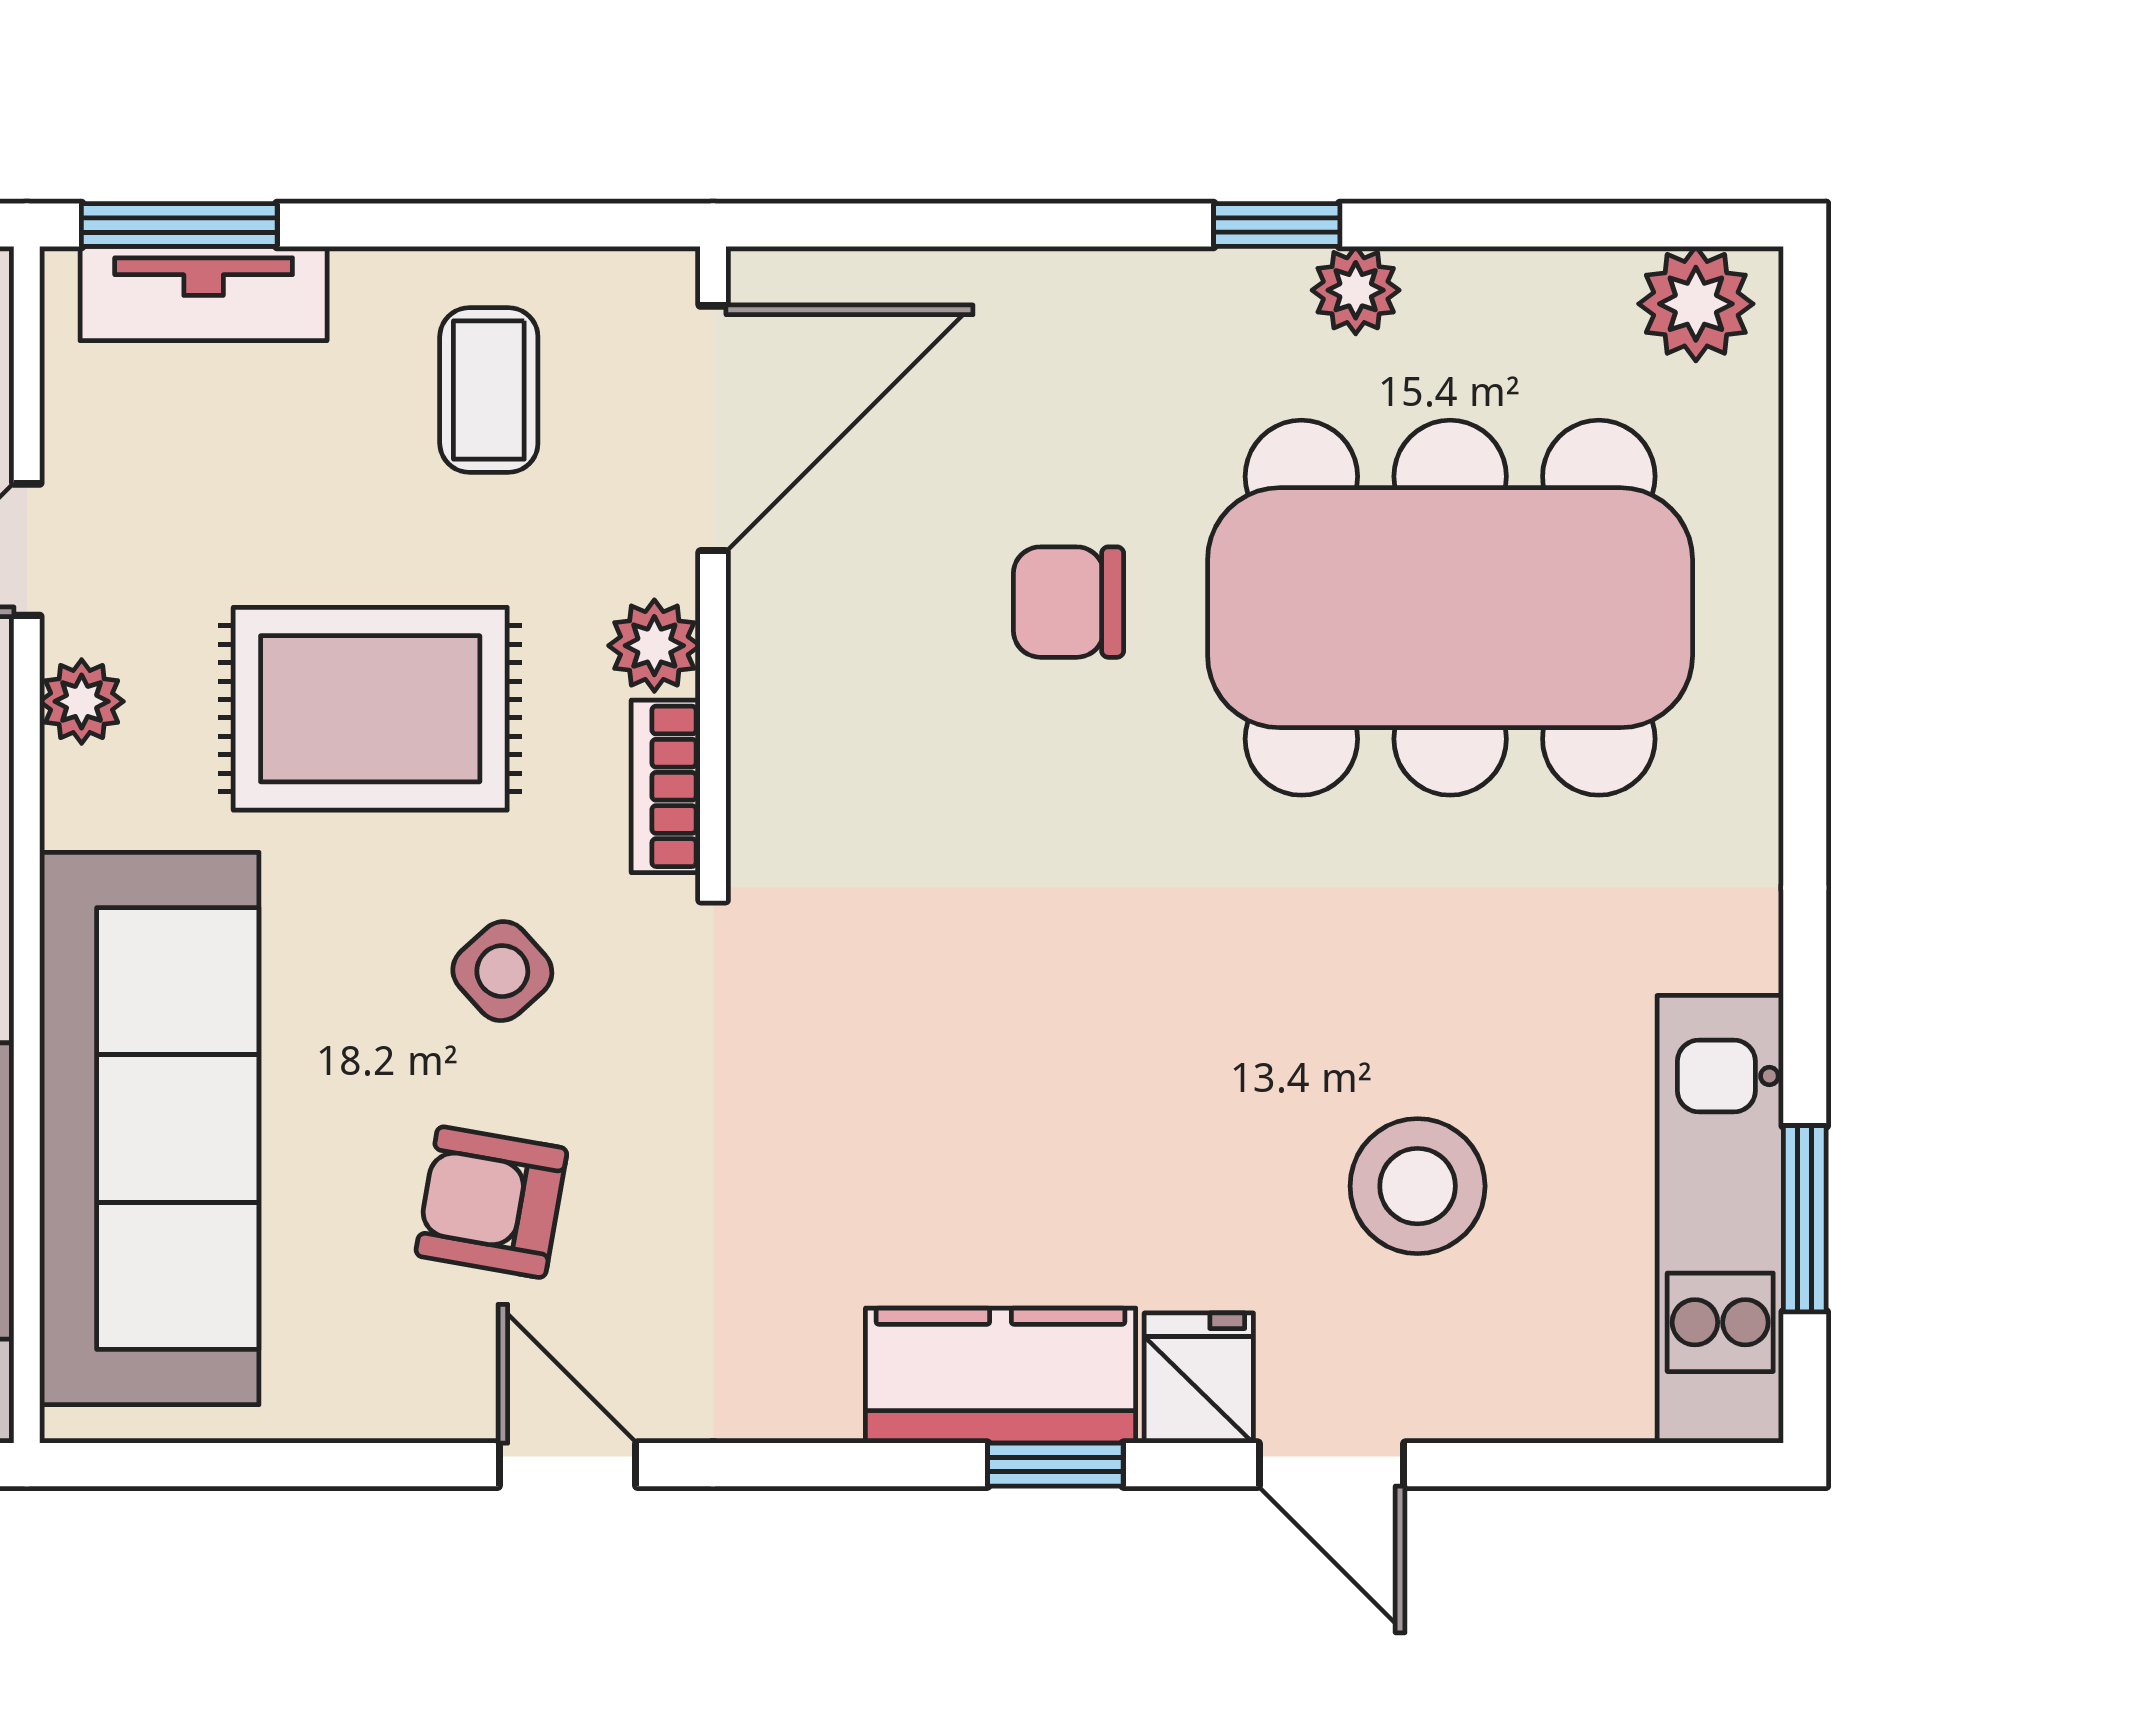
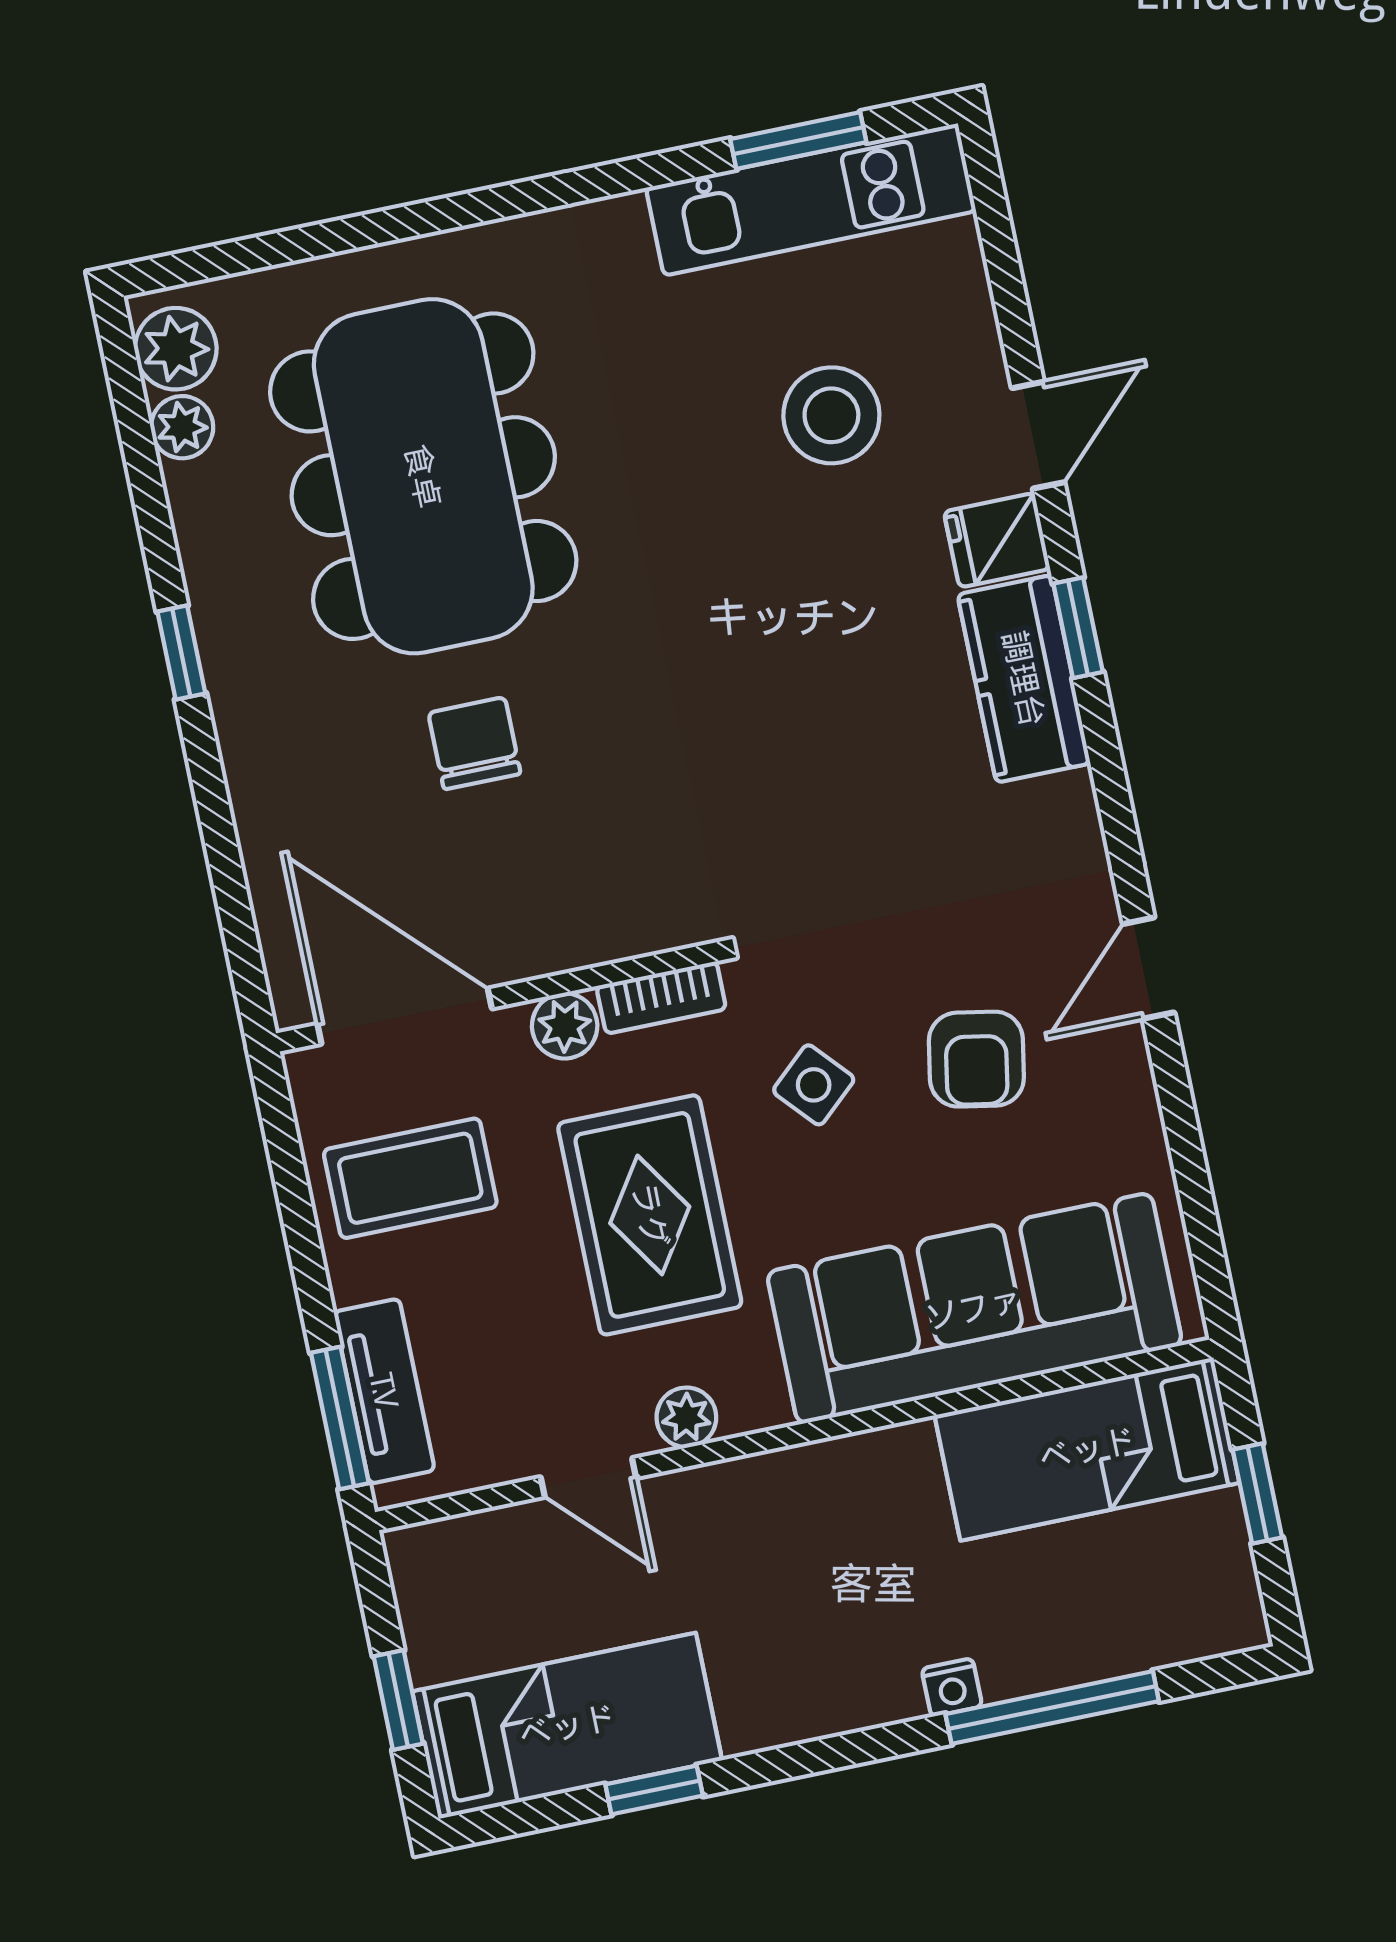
plant: (1356, 290) -> (182, 427), moved
coffee table: (489, 390) -> (410, 1178), width x1.36, depth x1.30
chair: (1068, 602) -> (474, 743), turned 180

